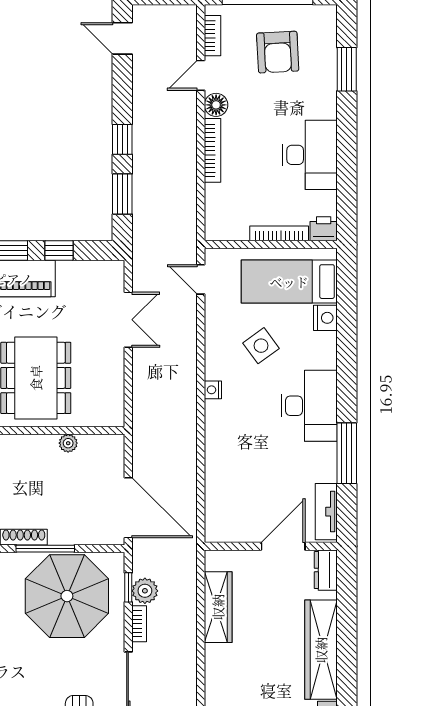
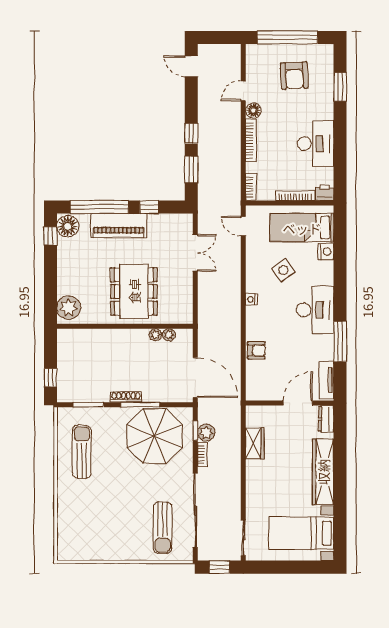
bookcase: (212, 36) -> (251, 187), moved
plant: (89, 443) -> (169, 335), added
armchair: (220, 467) -> (256, 350), added
wardrobe: (218, 607) -> (255, 443), width x0.67

